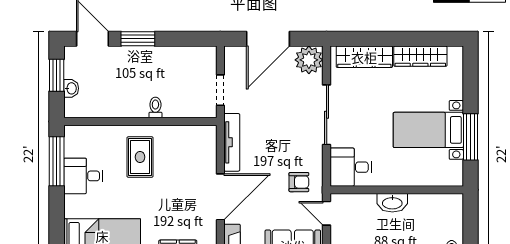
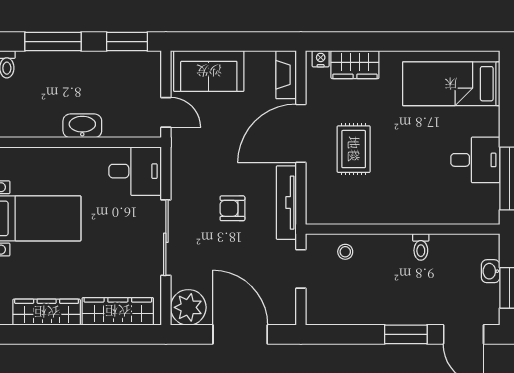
door: (268, 39) -> (240, 334), hinge flipped
stool: (185, 104) -> (345, 252), added
toilet: (155, 107) -> (421, 247), moved
rug: (140, 157) -> (354, 149), moved
armchair: (299, 182) -> (232, 208), moved

